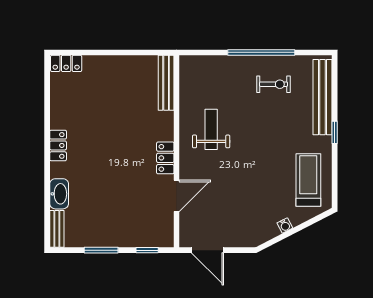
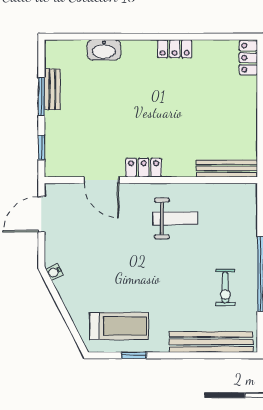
window: (335, 132) -> (134, 355), moved
locker: (58, 145) -> (175, 49), moved
water cooler: (285, 226) -> (54, 272), moved
bench: (57, 229) -> (52, 89), moved, turned 90

